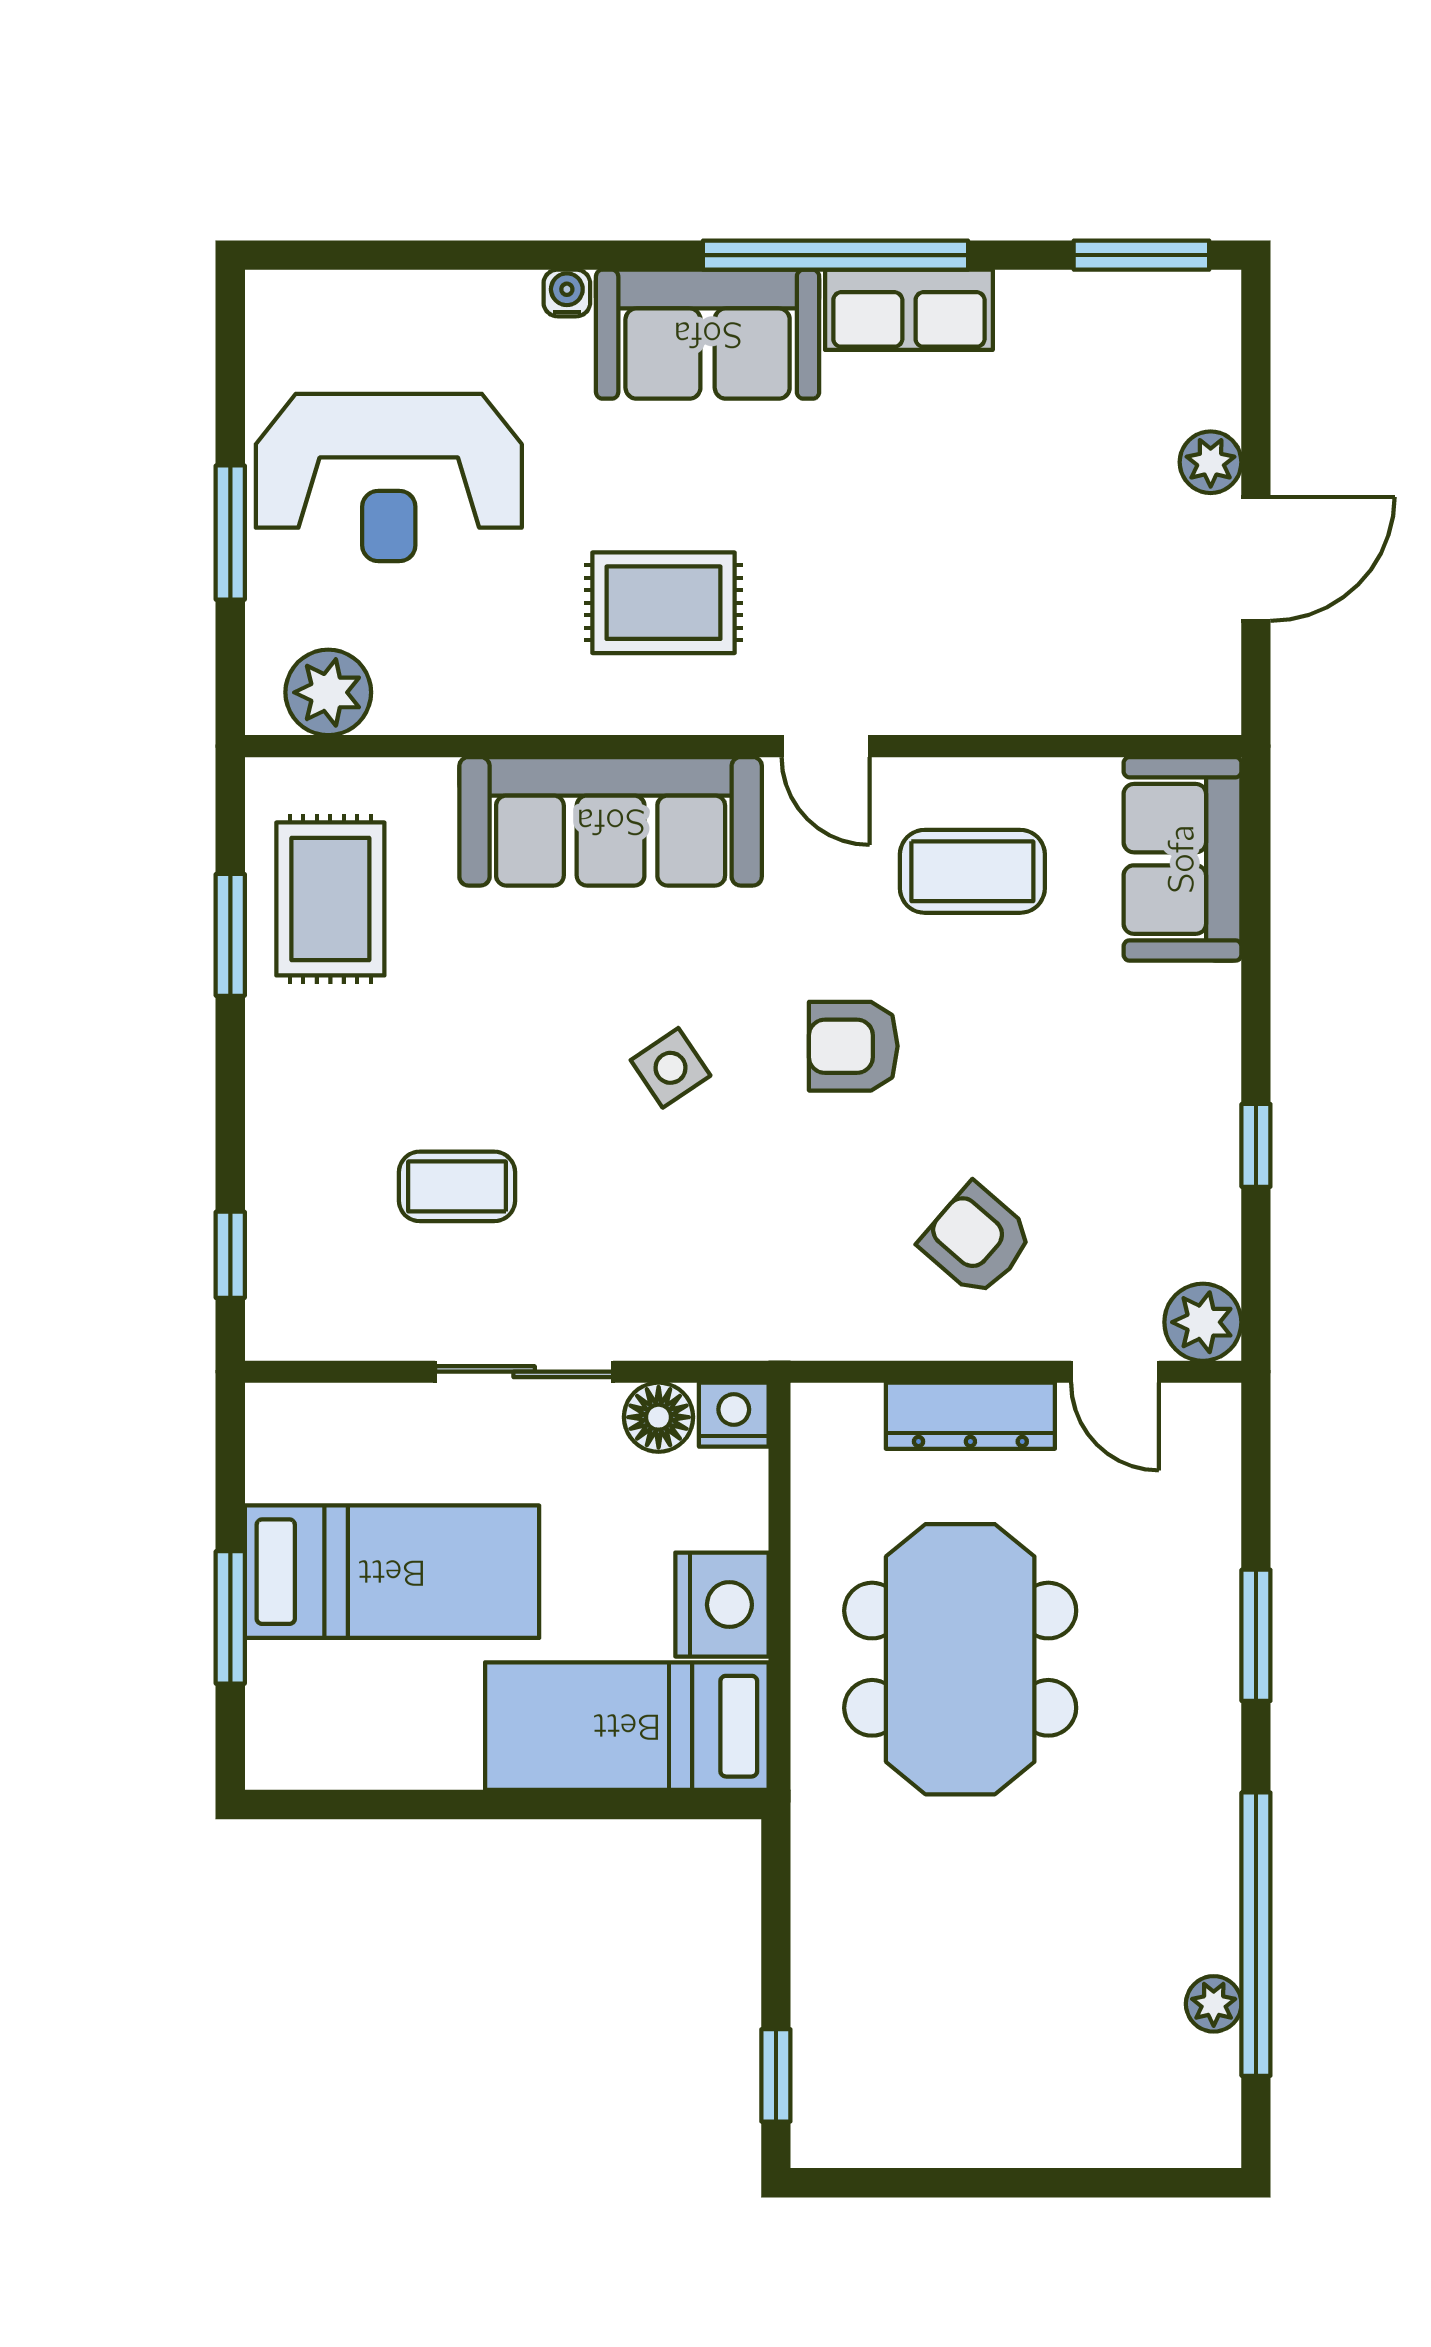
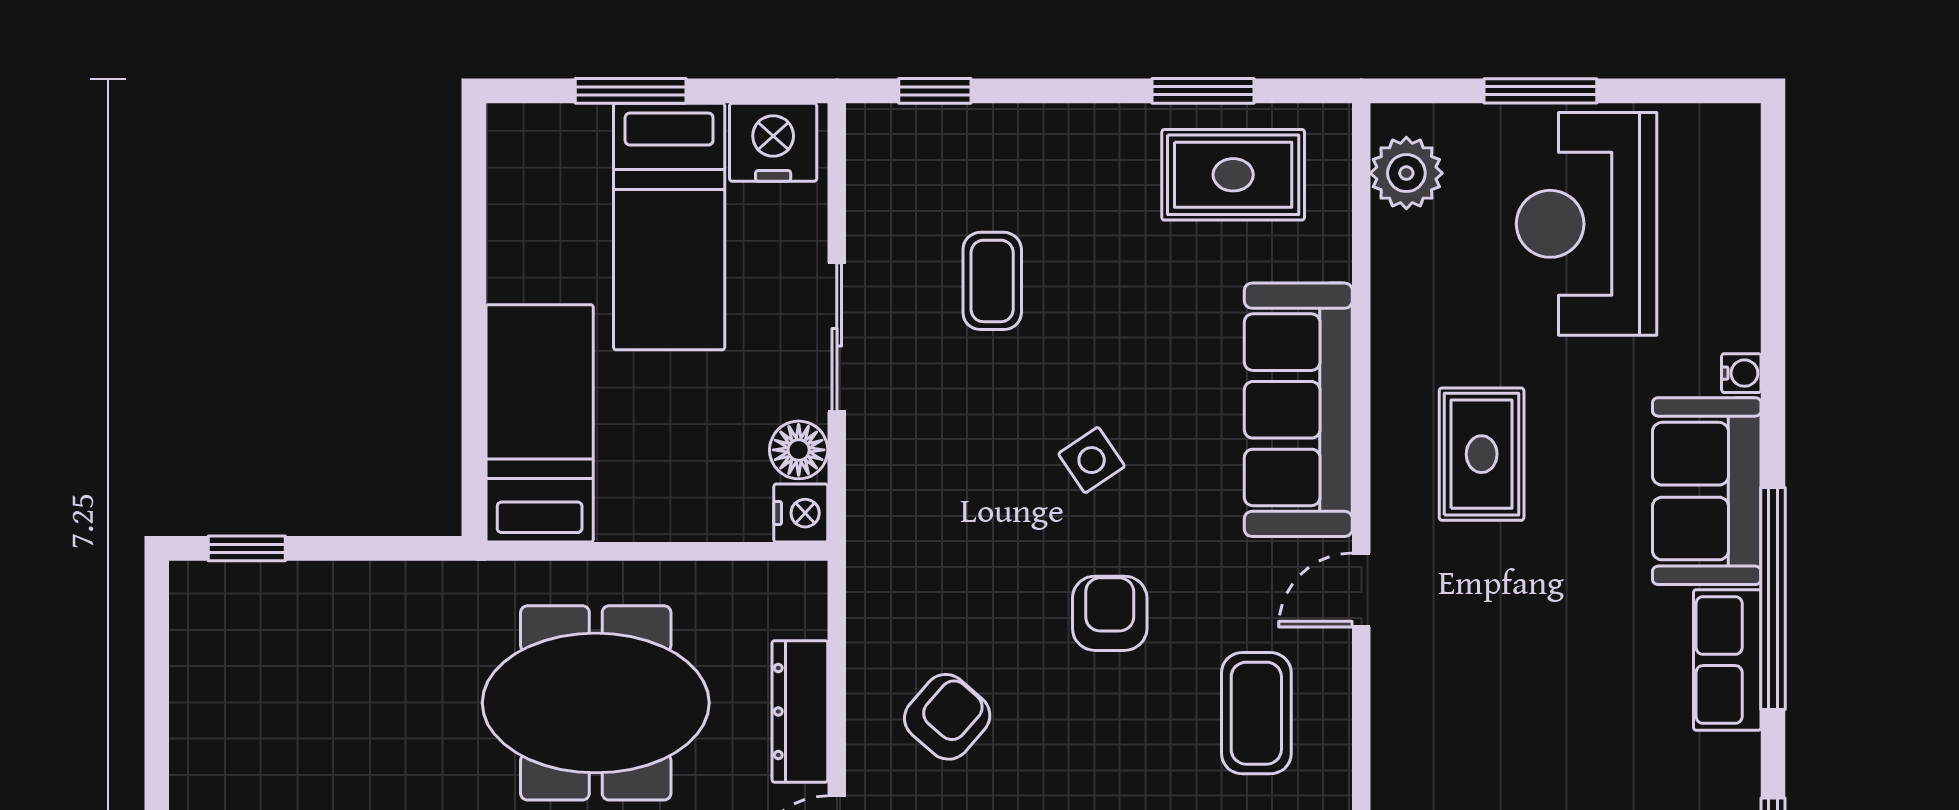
nightstand: (722, 1605) -> (773, 142), moved, turned 180

